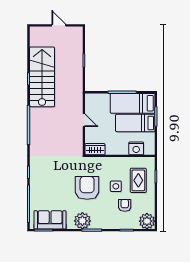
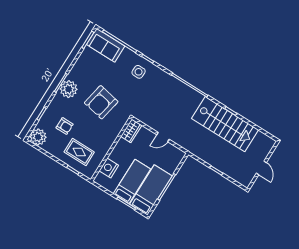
door: (59, 25) -> (261, 168), hinge flipped
side table: (116, 186) -> (139, 72), moved
armchair: (87, 188) -> (101, 102), turned 101
sofa: (50, 220) -> (106, 45), moved, turned 90
plant: (82, 221) -> (69, 89), moved

